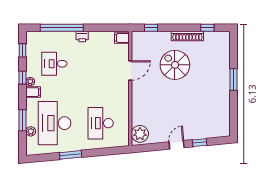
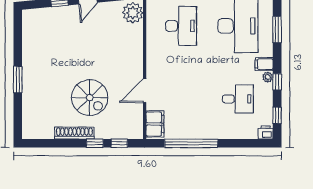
window: (62, 28) -> (191, 143), moved
window: (207, 28) -> (95, 143), moved
printer: (82, 37) -> (266, 132), moved
filing cabinet: (122, 38) -> (155, 124), width x2.00
plant: (31, 131) -> (267, 16), removed

